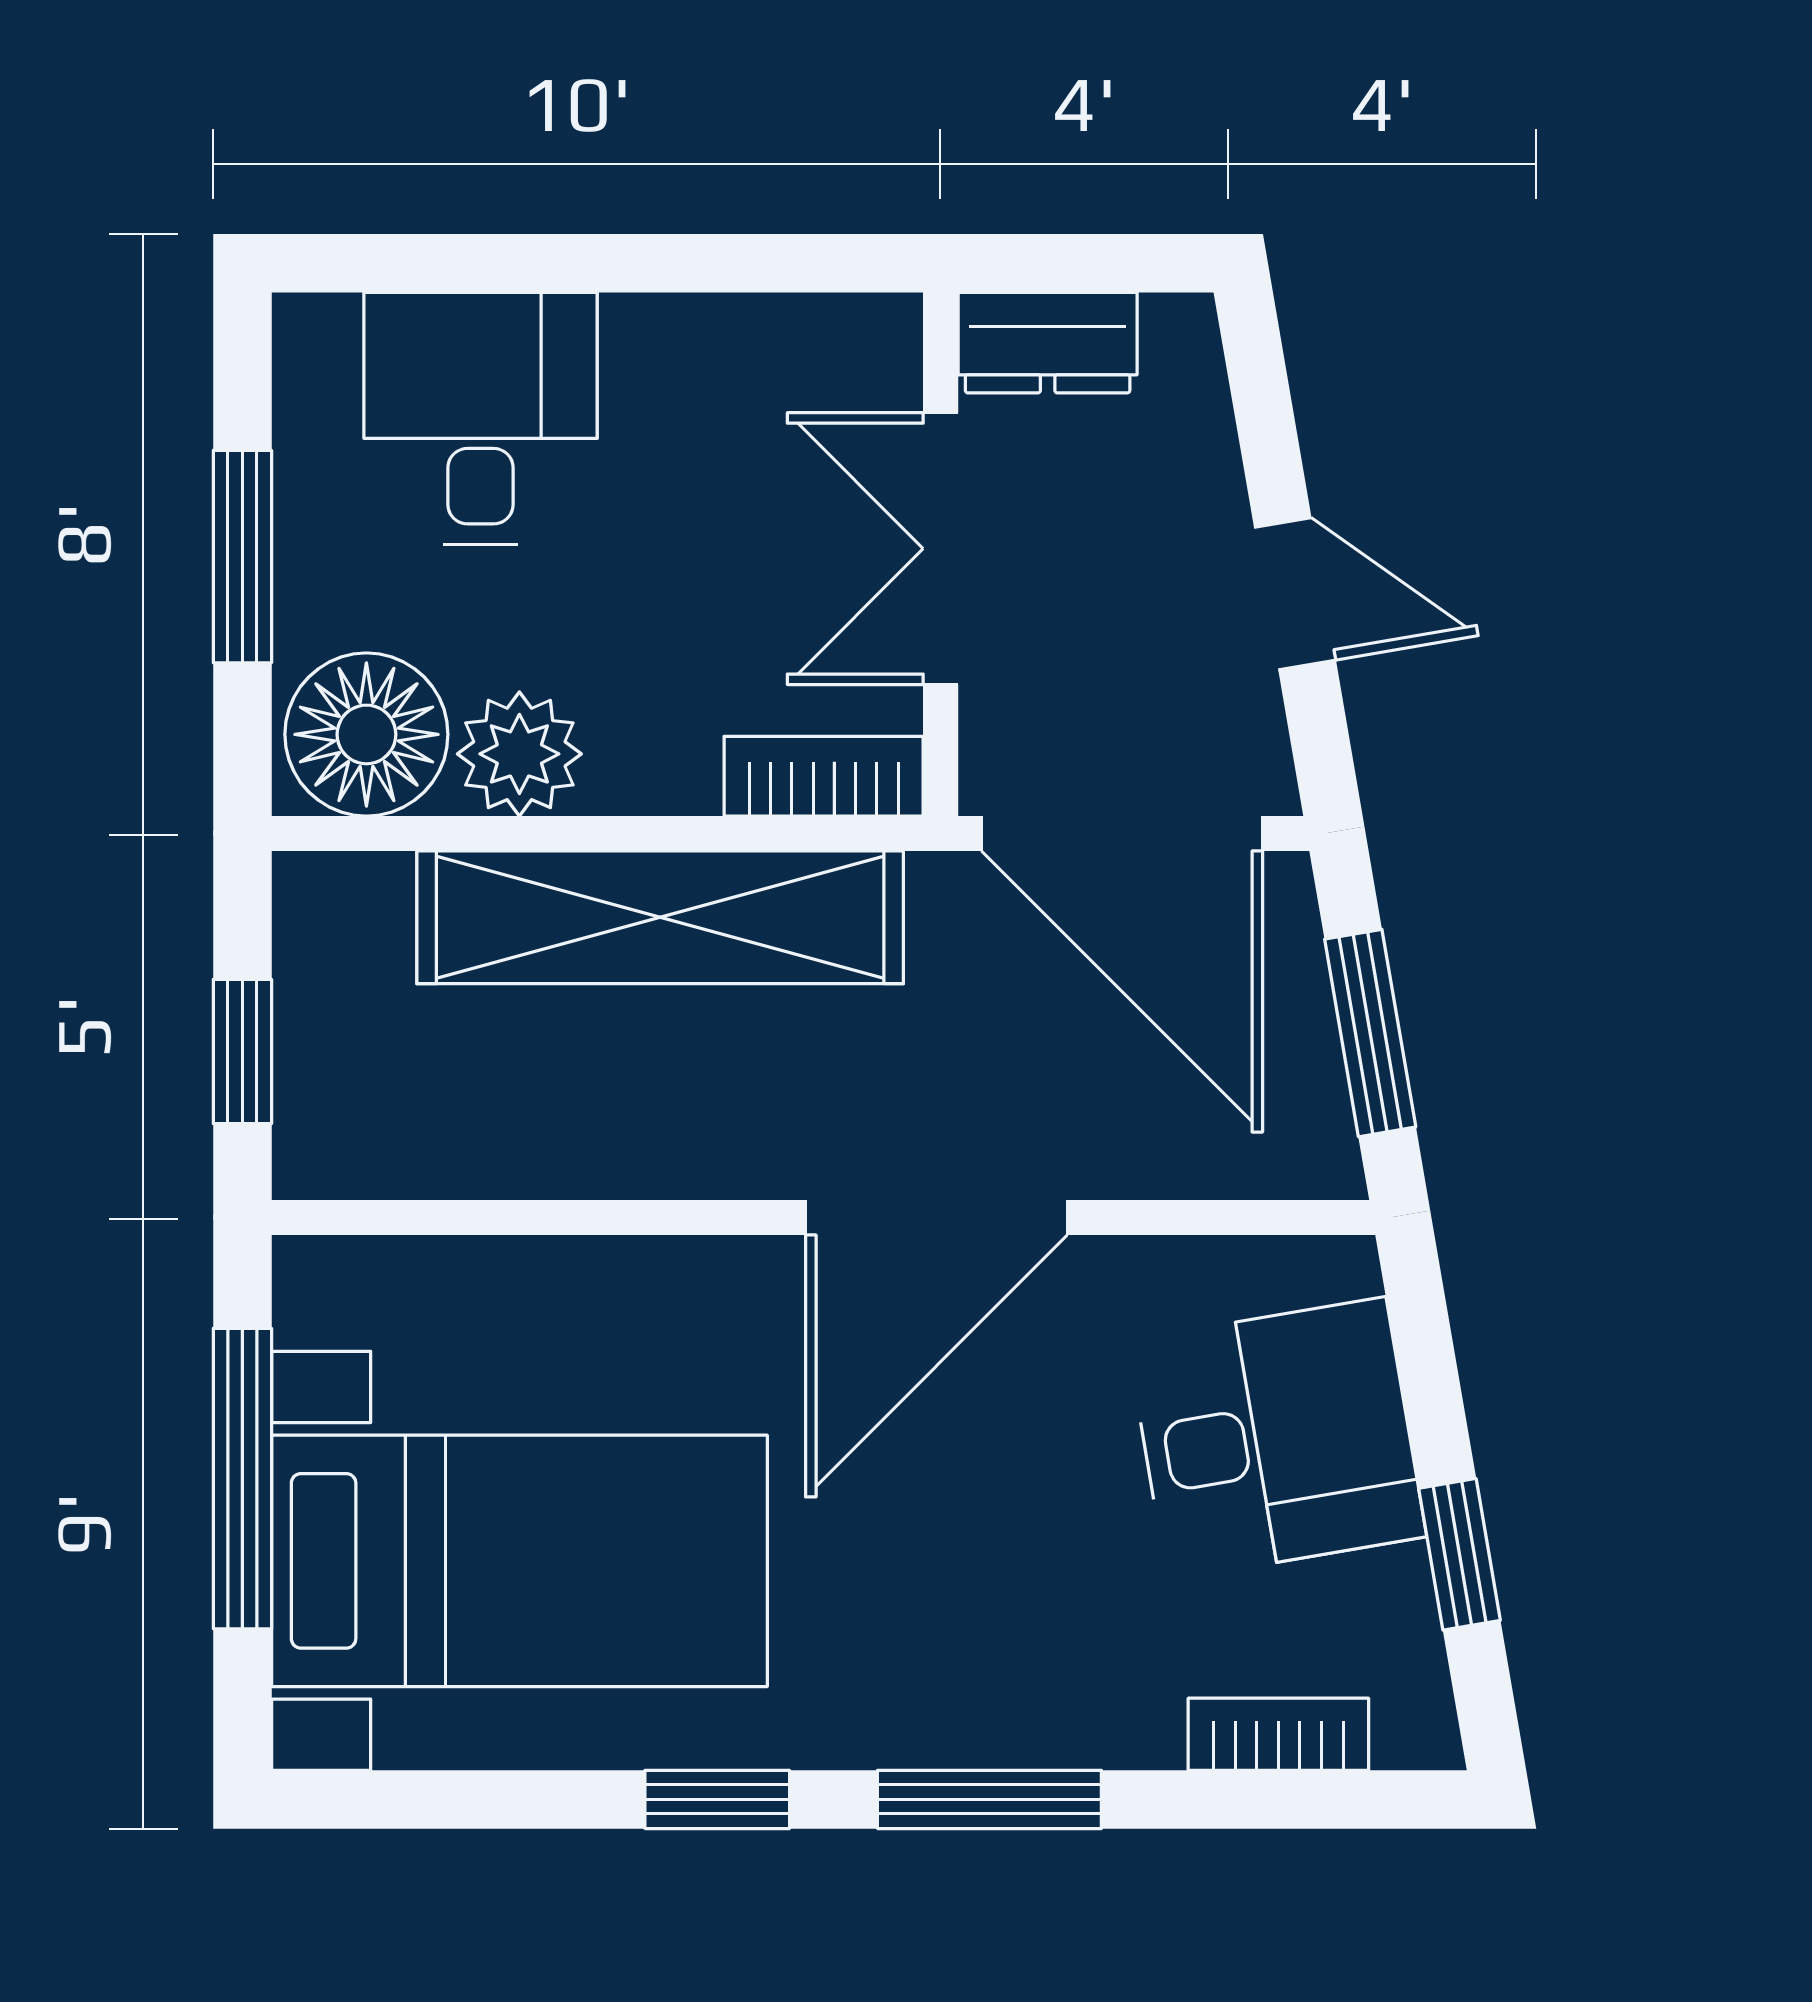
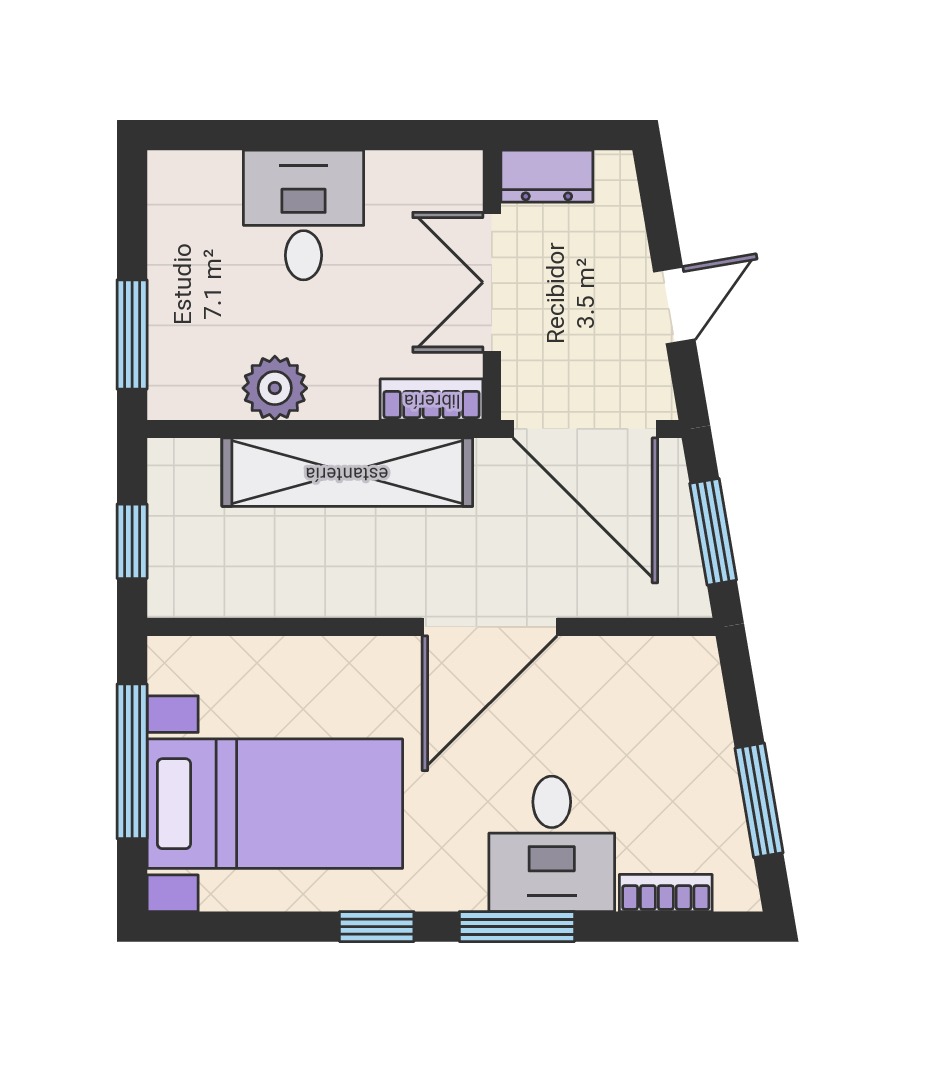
desk: (481, 418) -> (304, 215), moved
window: (242, 557) -> (132, 334), moved
door: (1295, 594) -> (674, 306), hinge flipped
floor lamp: (366, 734) -> (196, 378), removed
desk: (1277, 1439) -> (552, 844), moved, turned 100
window: (1460, 1554) -> (759, 800), width x1.50

